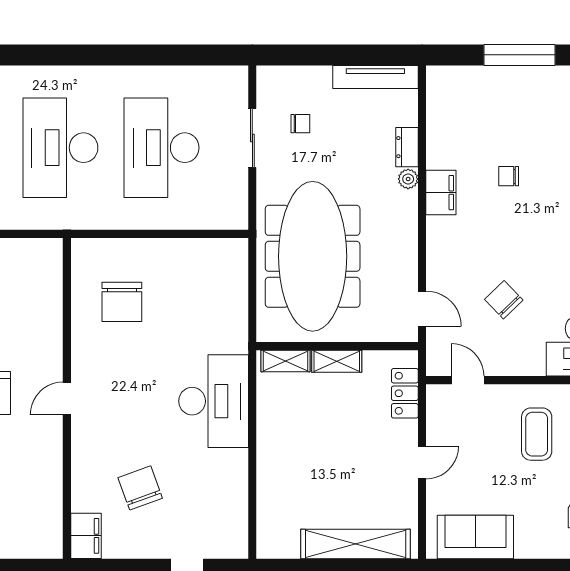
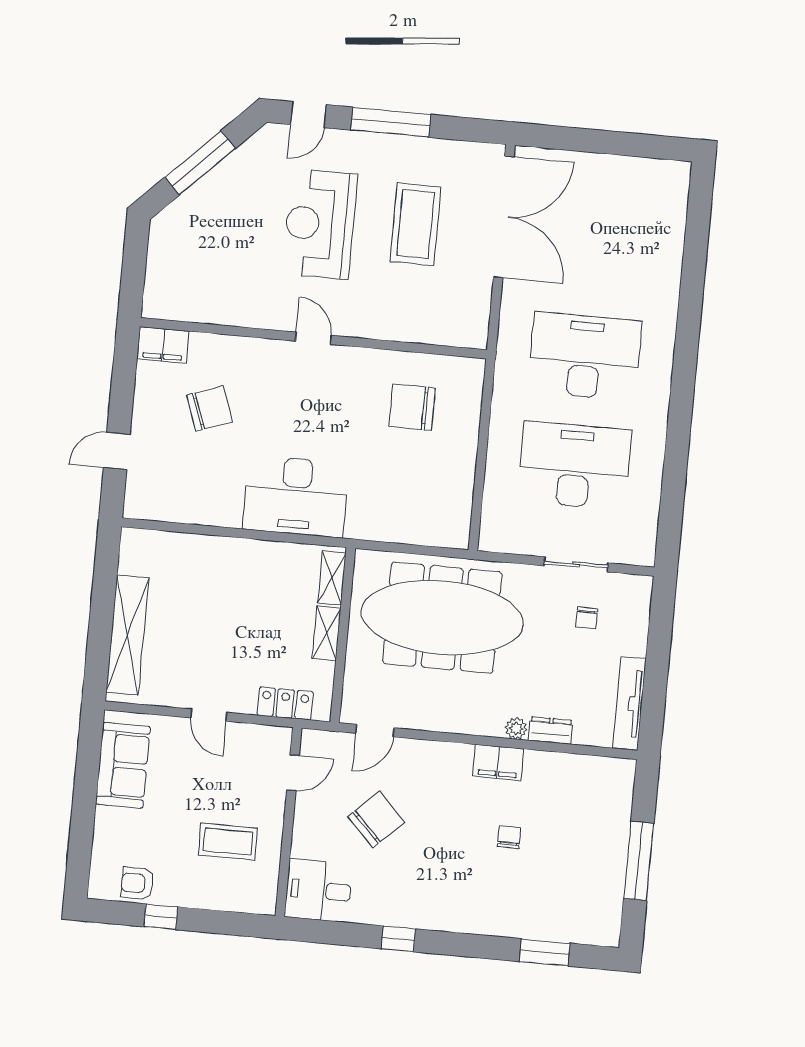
chair: (504, 300) -> (376, 820), width x1.37, depth x1.37

